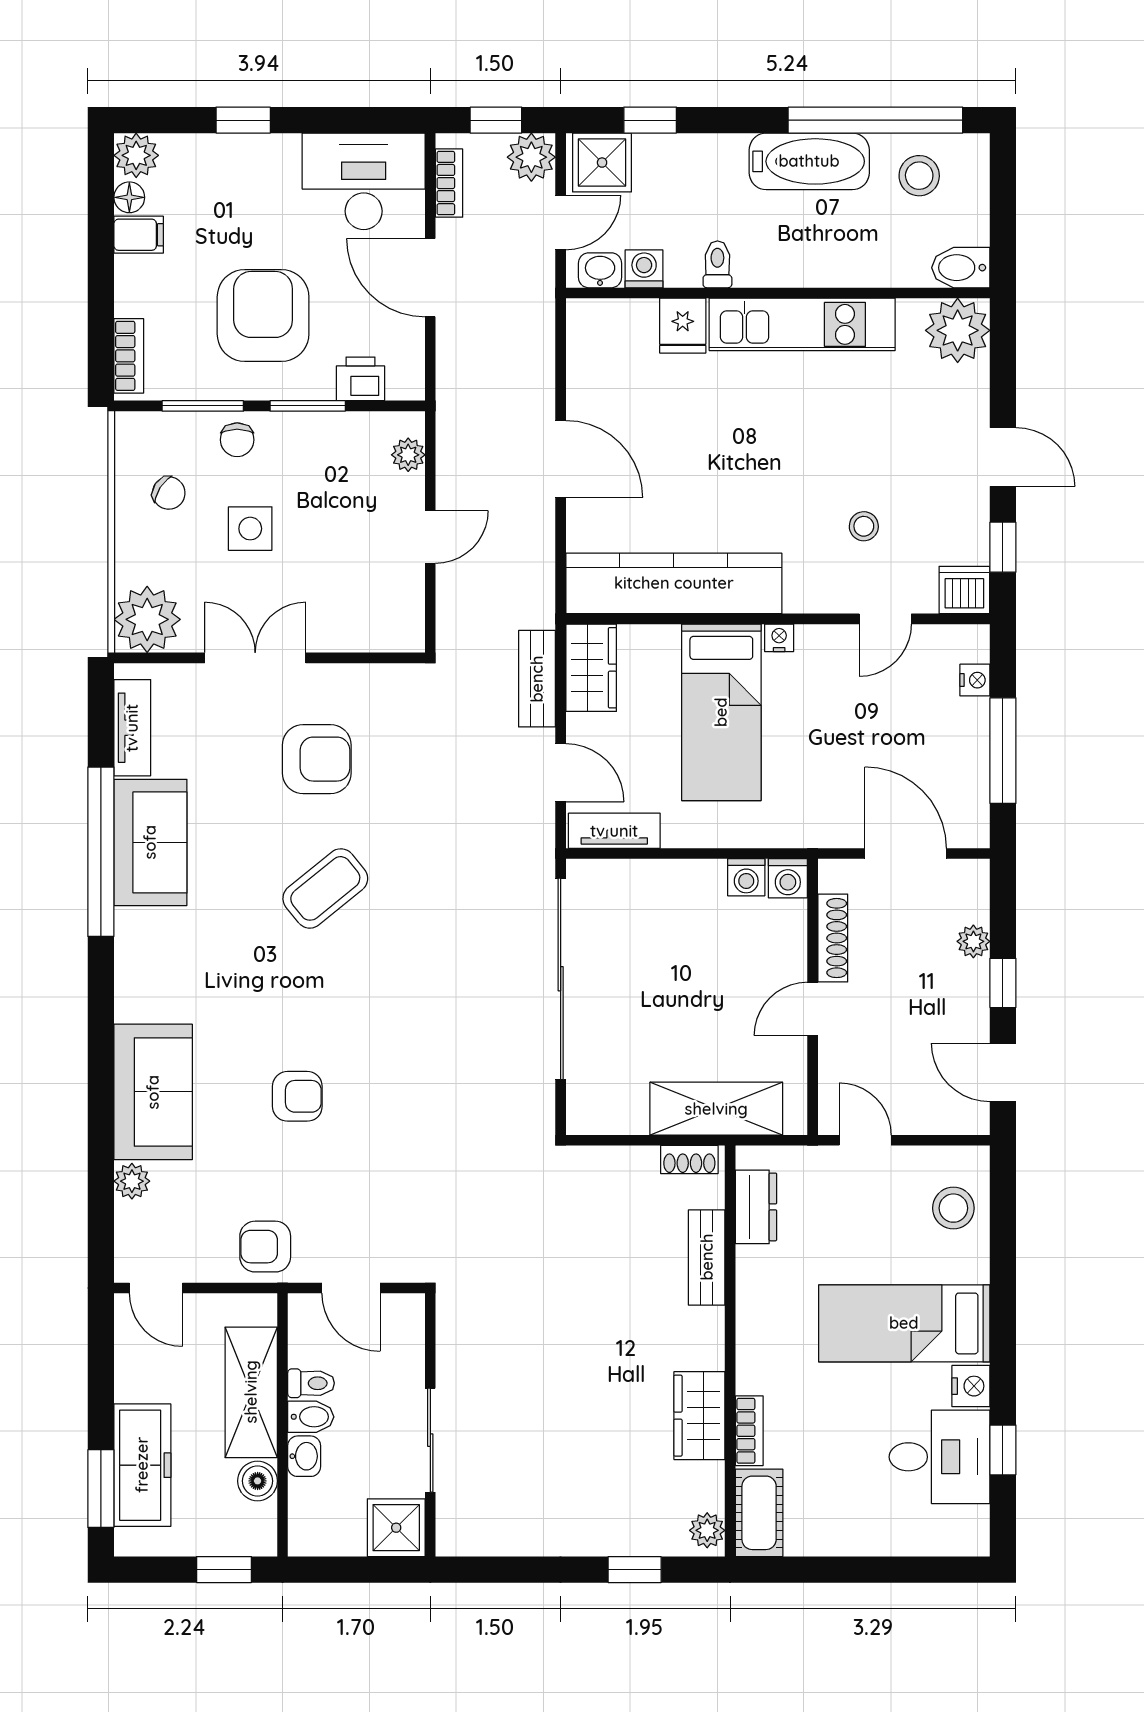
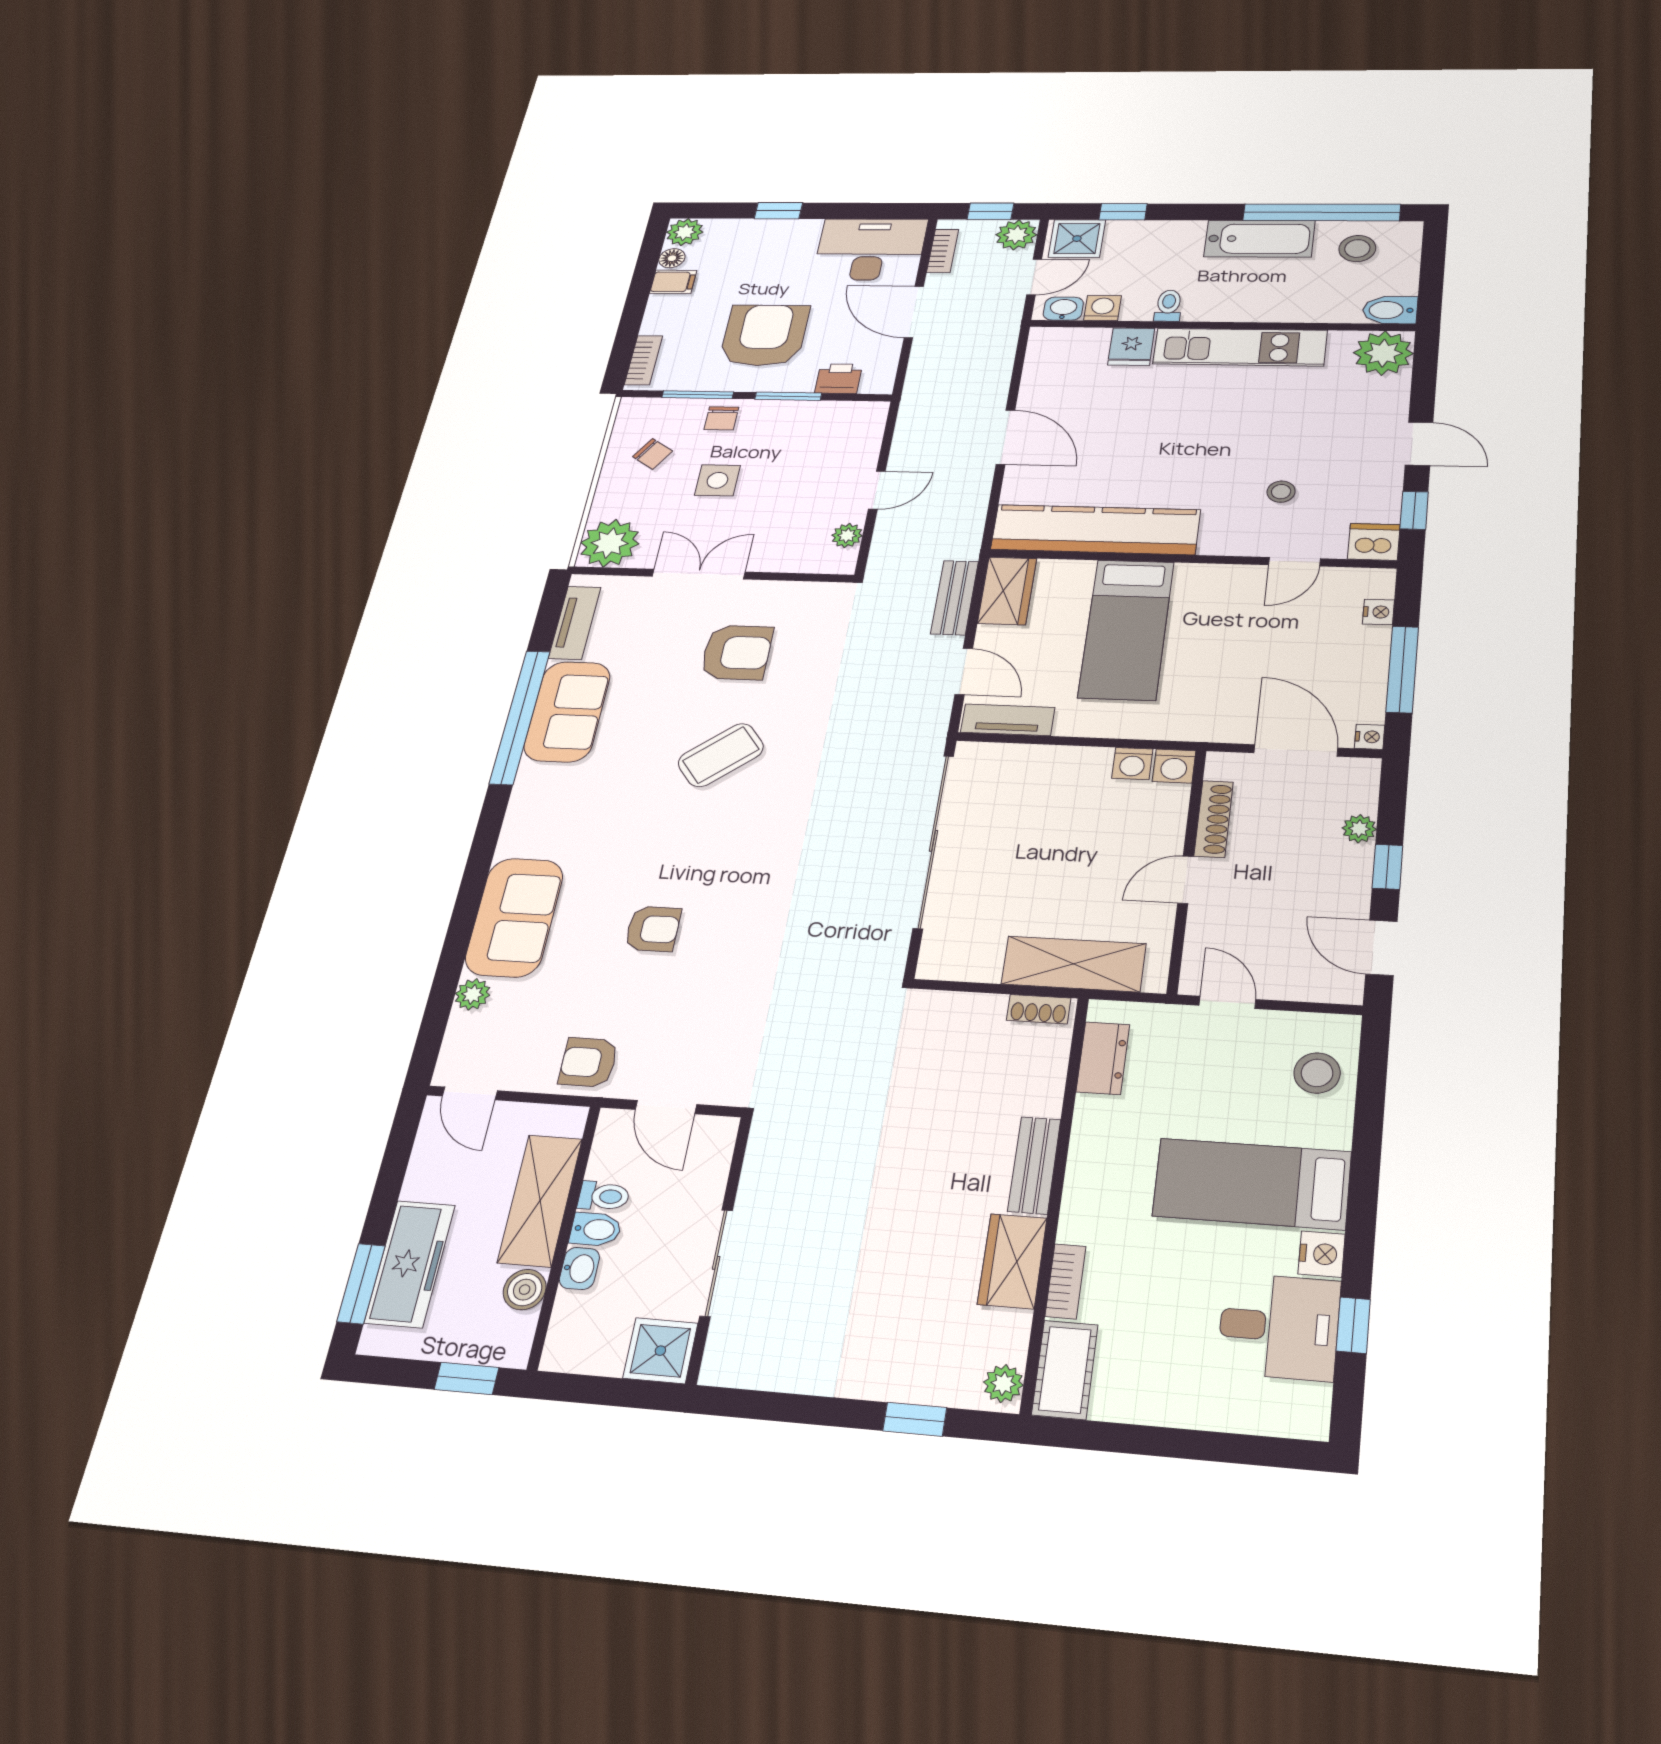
plant: (408, 455) -> (847, 535), moved
nightstand: (779, 638) -> (1370, 737), moved, turned 90
bench: (707, 1257) -> (1034, 1165), moved

